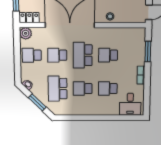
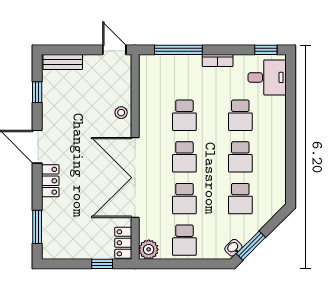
window: (148, 52) -> (178, 50), width x1.44
school desk: (83, 55) -> (184, 157), width x0.54
school desk: (58, 89) -> (240, 199), width x0.54
window: (37, 102) -> (251, 246), moved
window: (147, 103) -> (266, 50), added

